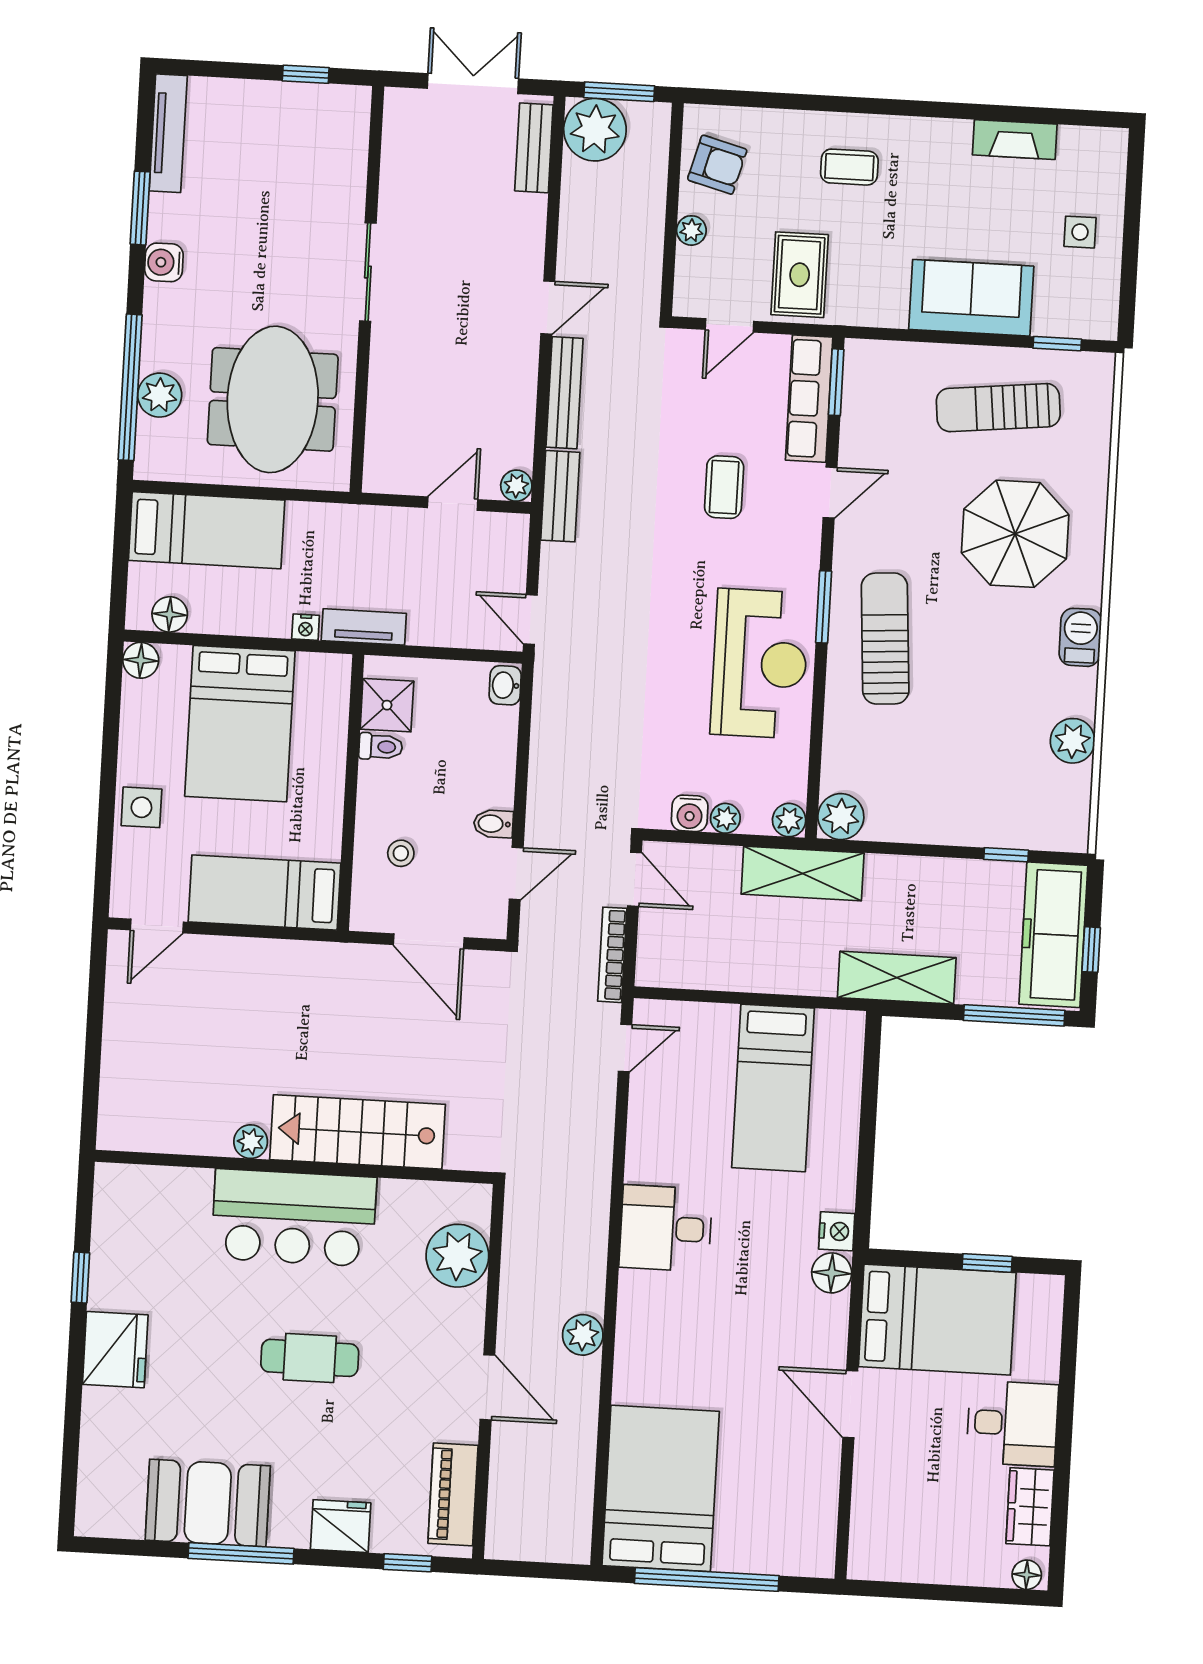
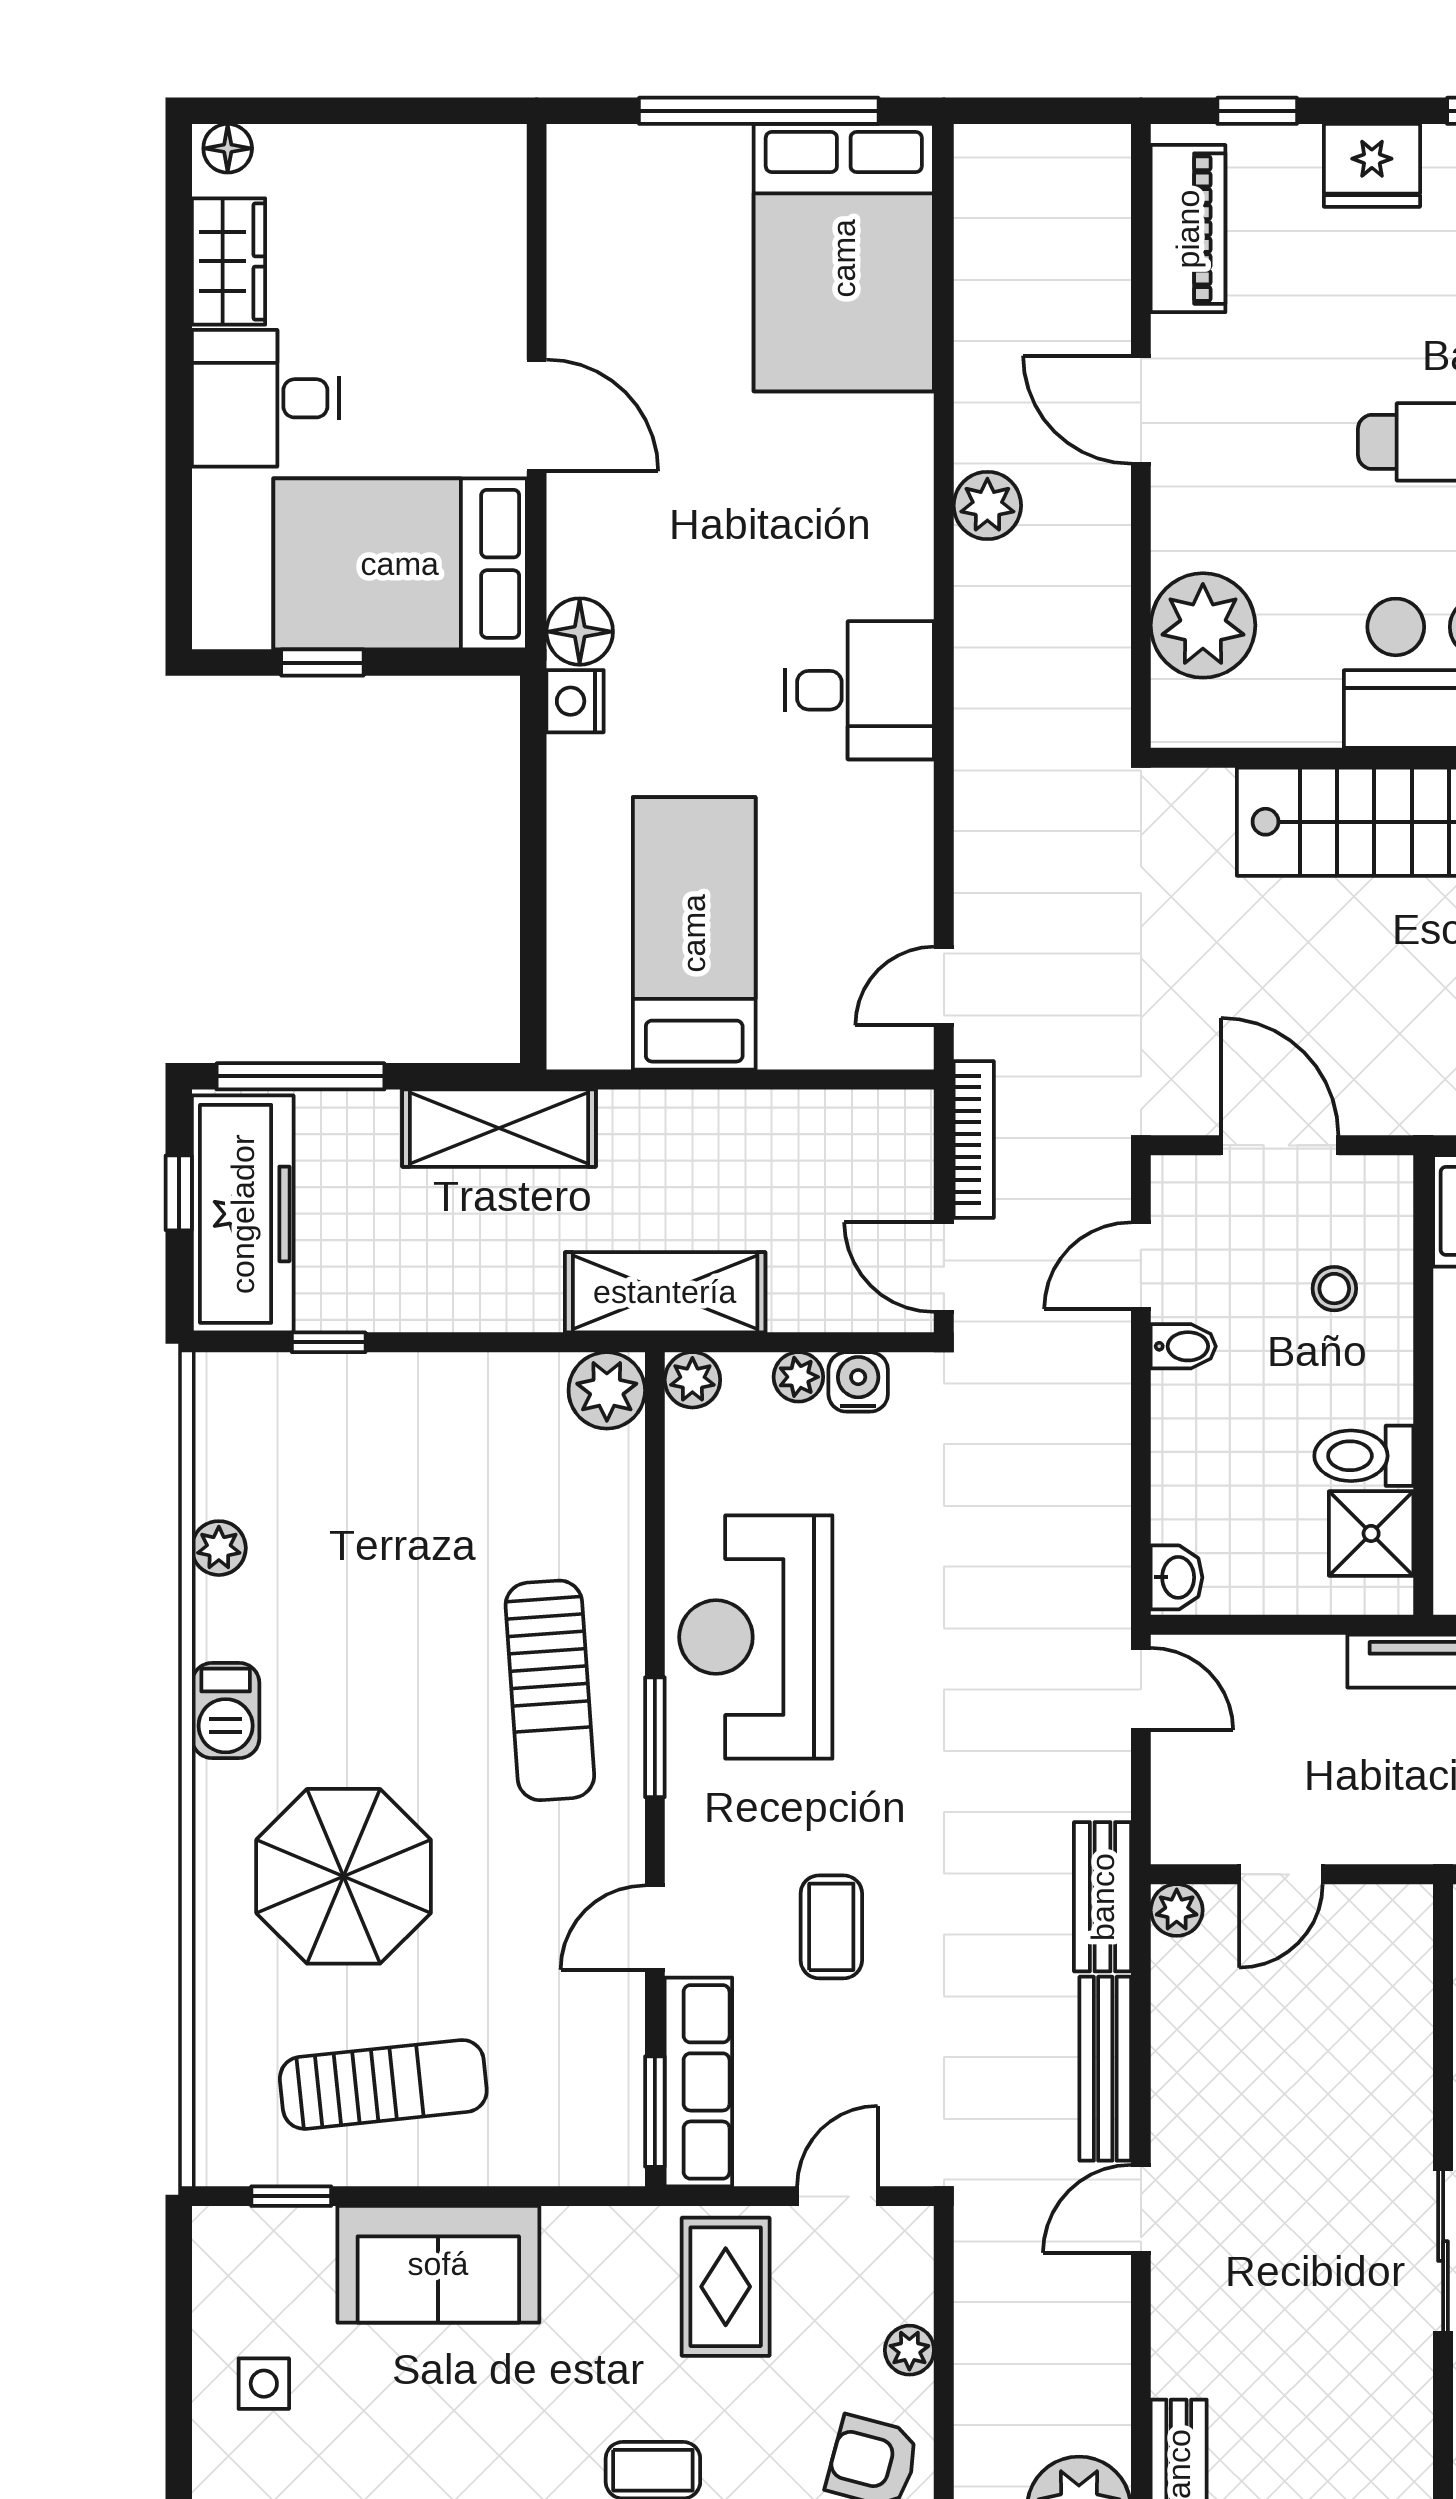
plant: (1073, 741) -> (219, 1548), width x0.73, depth x0.73
toilet: (381, 747) -> (1364, 1456), width x1.37, depth x1.39

